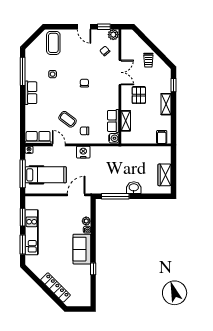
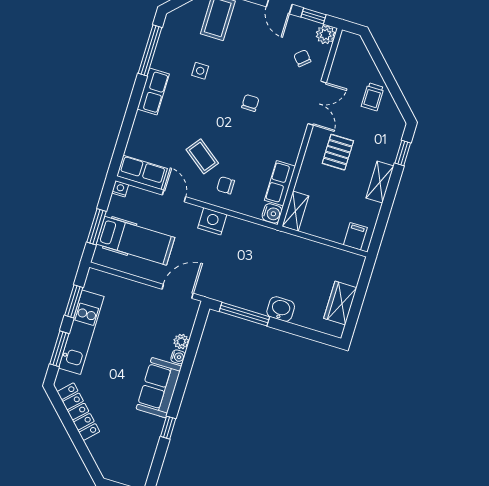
shelving: (126, 121) -> (295, 211), moved
window: (23, 174) -> (96, 227), width x0.69
locker: (55, 287) -> (78, 412), moved

